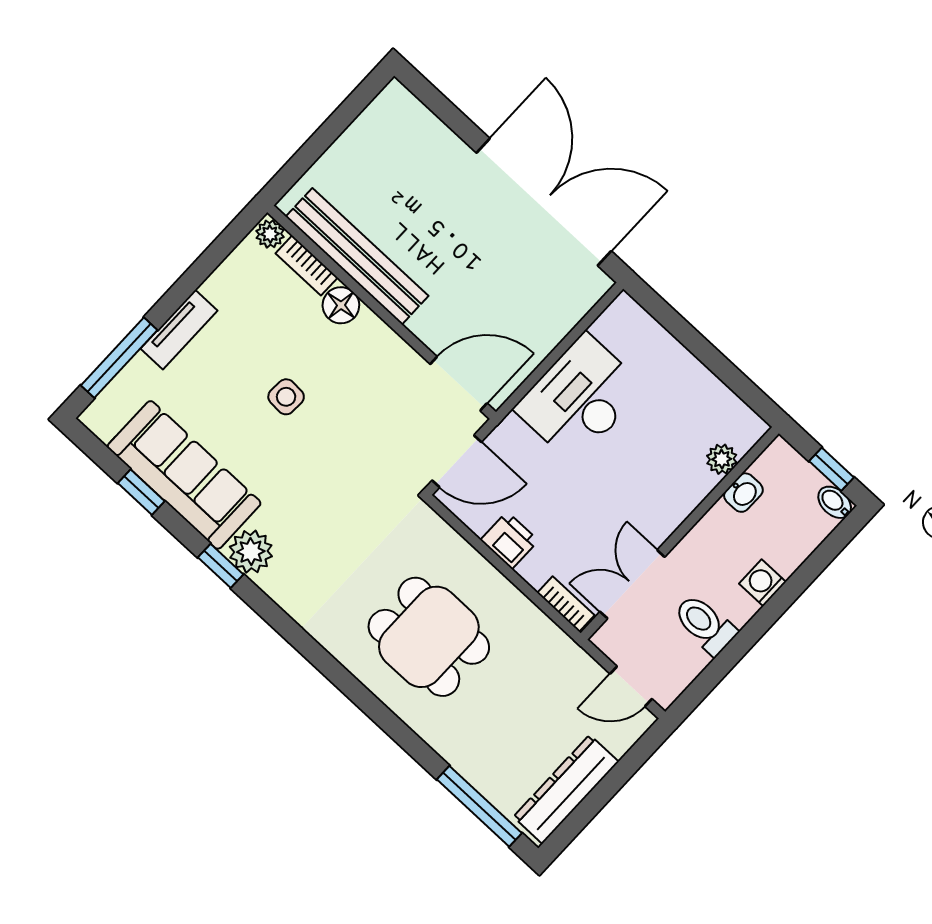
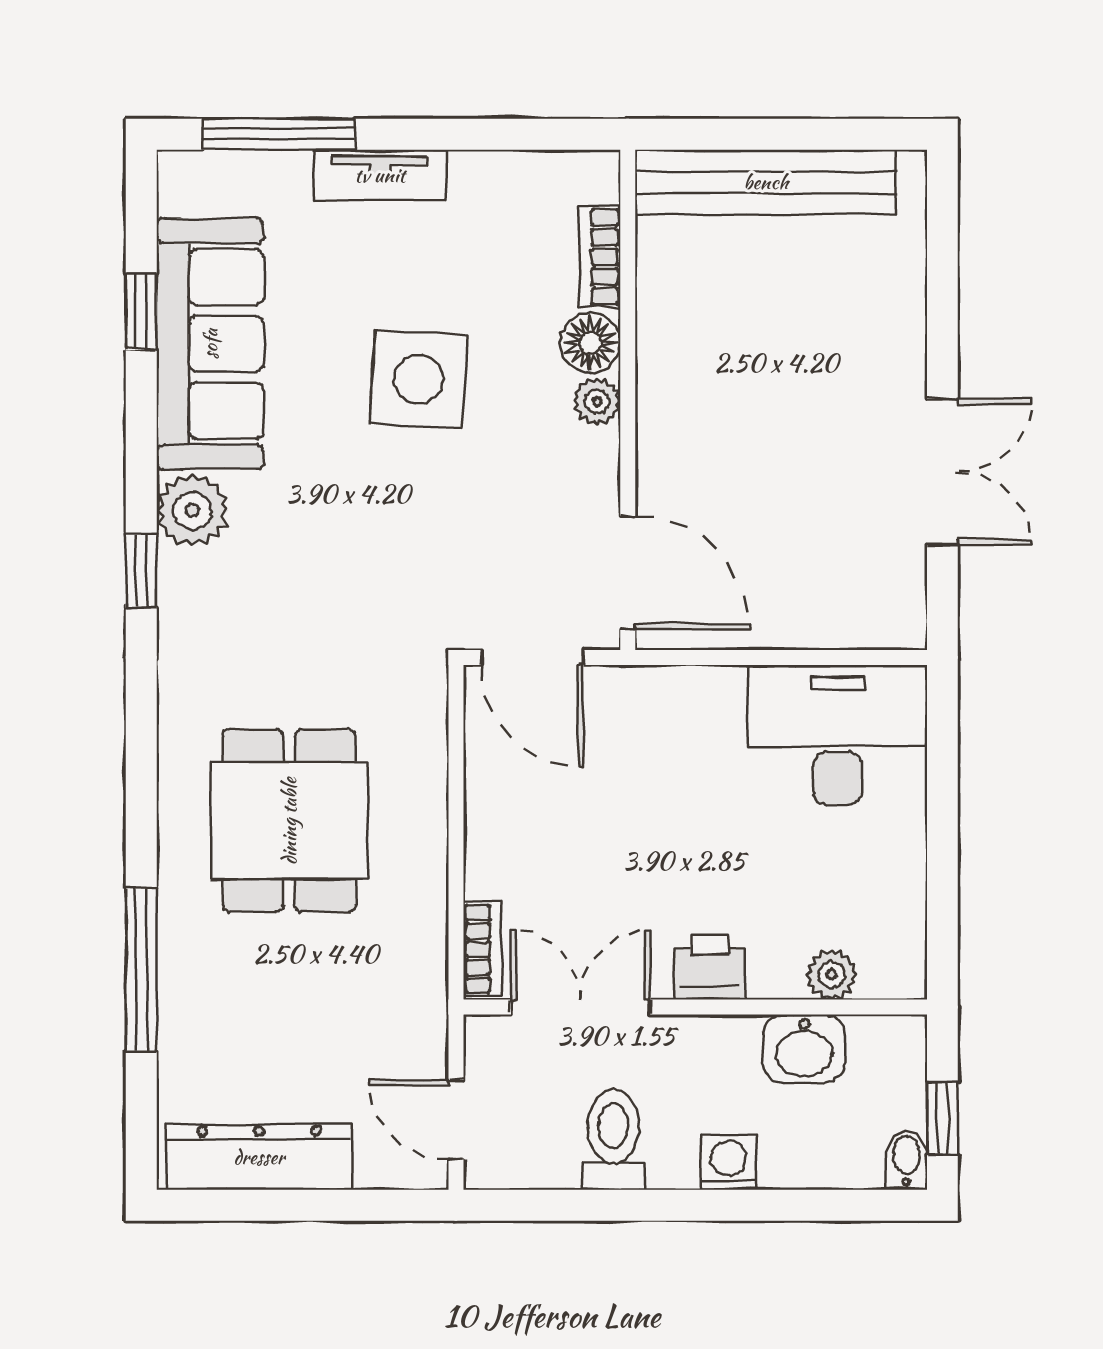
double door: (544, 202) -> (942, 472), width x0.54
plant: (270, 234) -> (597, 401), moved
bench: (357, 256) -> (766, 182), moved, turned 90
side table: (286, 397) -> (419, 379), width x1.87, depth x1.87
desk: (580, 398) -> (838, 735), moved
washbasin: (743, 493) -> (804, 1049), width x1.38, depth x1.45
printer: (509, 540) -> (709, 967), moved, turned -90
window: (221, 566) -> (141, 571), moved
window: (479, 806) -> (141, 970), moved

